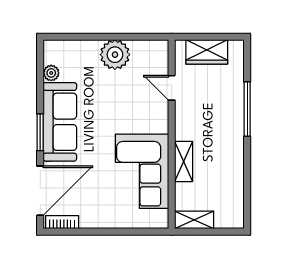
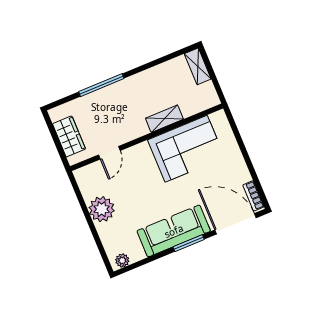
plant: (51, 73) -> (122, 260), moved
shelving: (194, 220) -> (198, 66), moved

